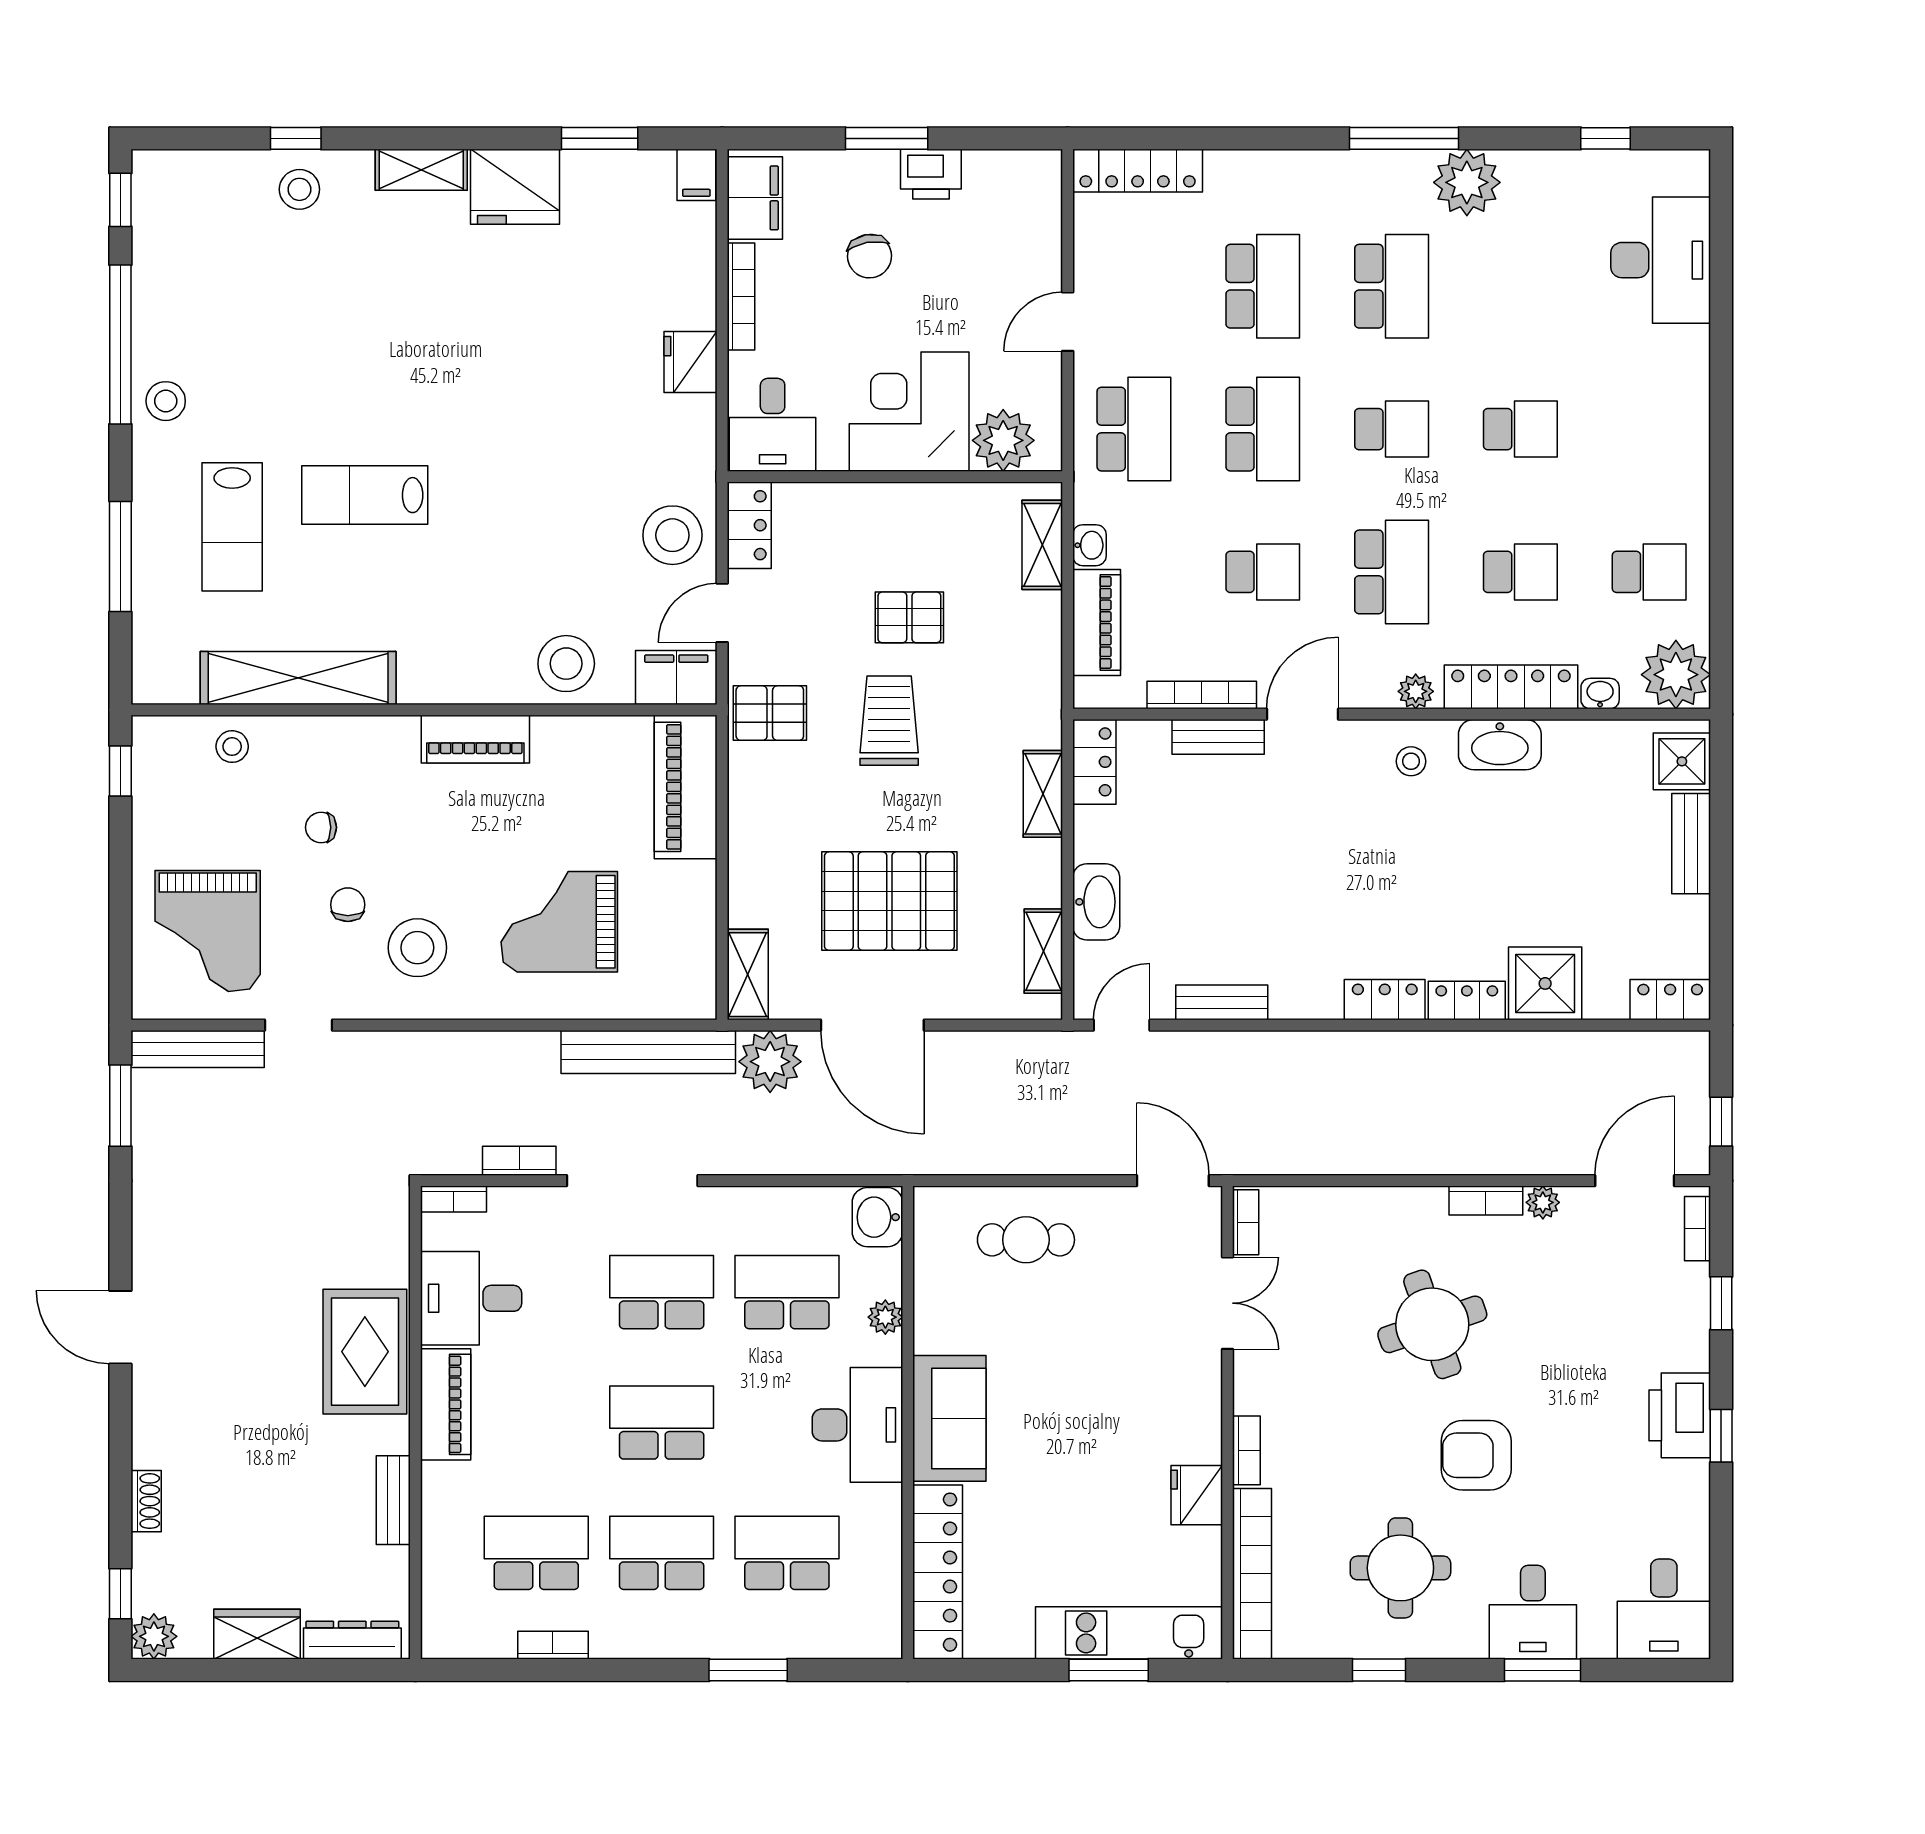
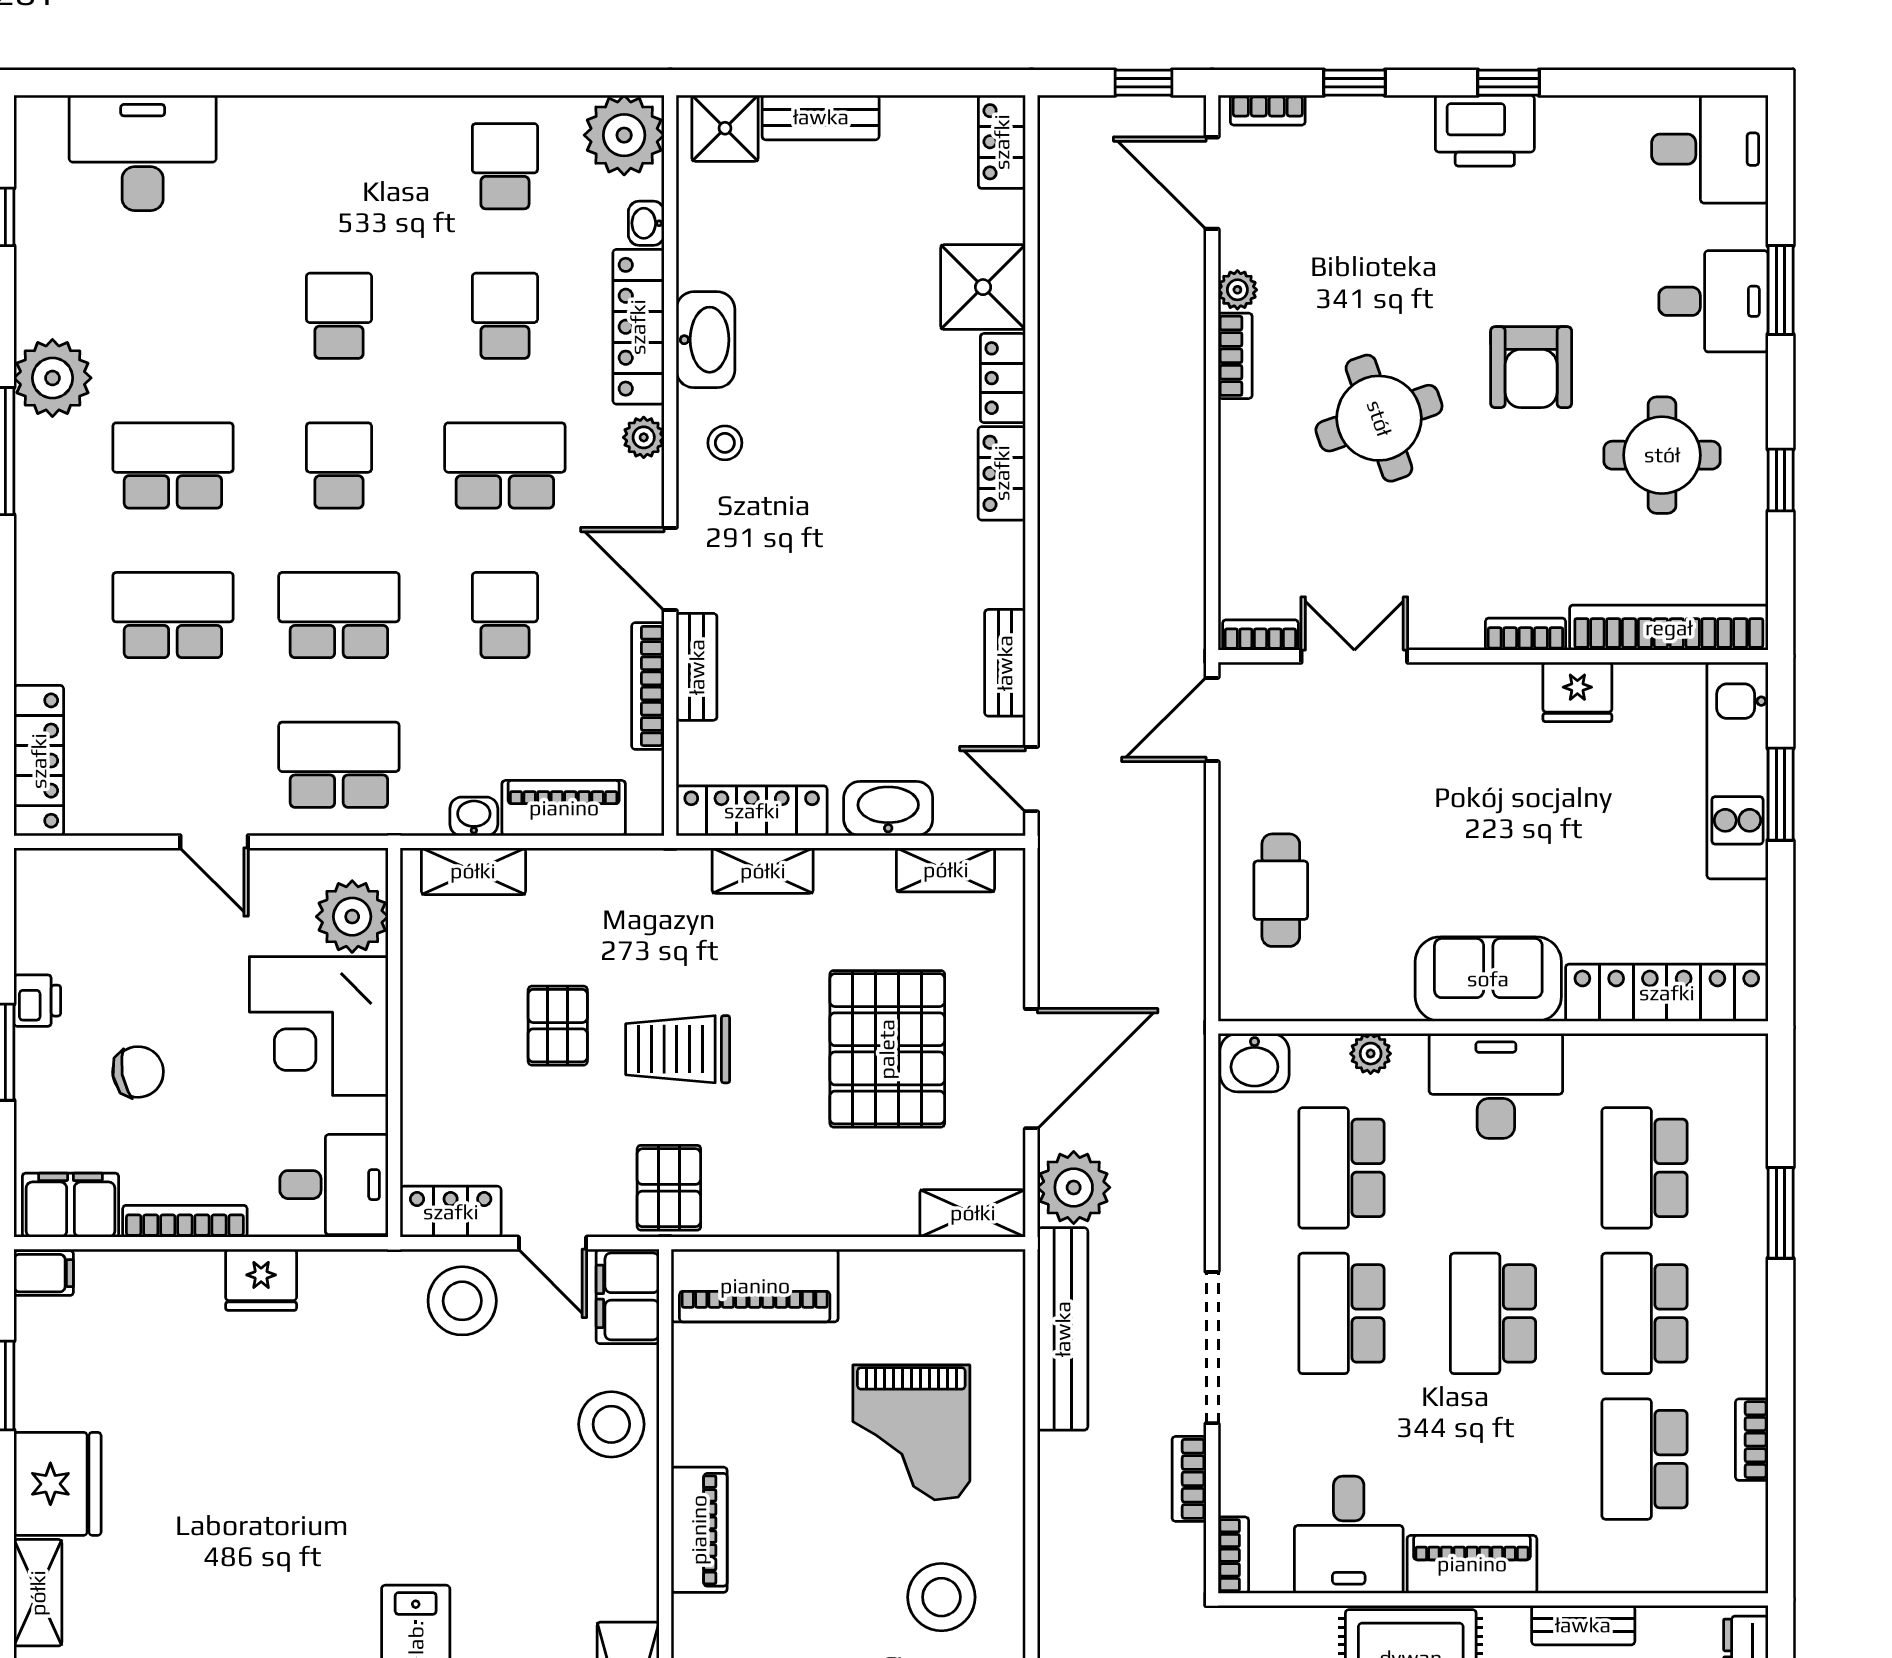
printer: (931, 174) -> (37, 1001), width x0.73, depth x0.81
locker: (1094, 762) -> (752, 811), width x1.53

